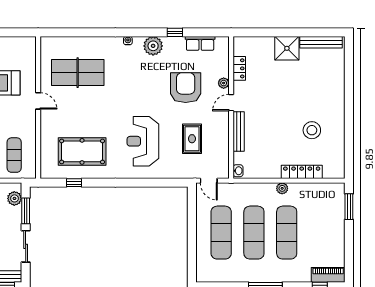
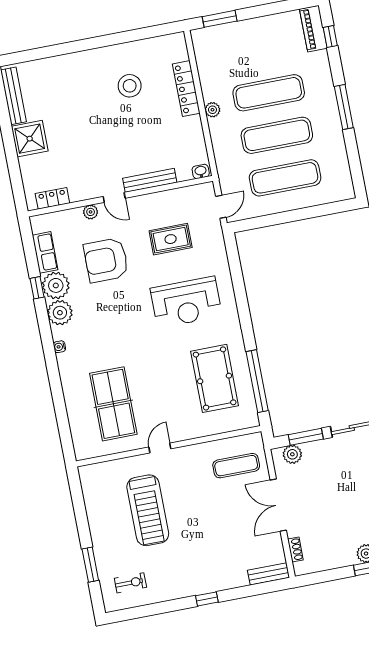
plant: (174, 47) -> (56, 285), added
locker: (239, 68) -> (52, 198), moved
window: (74, 183) -> (257, 381), width x3.17

